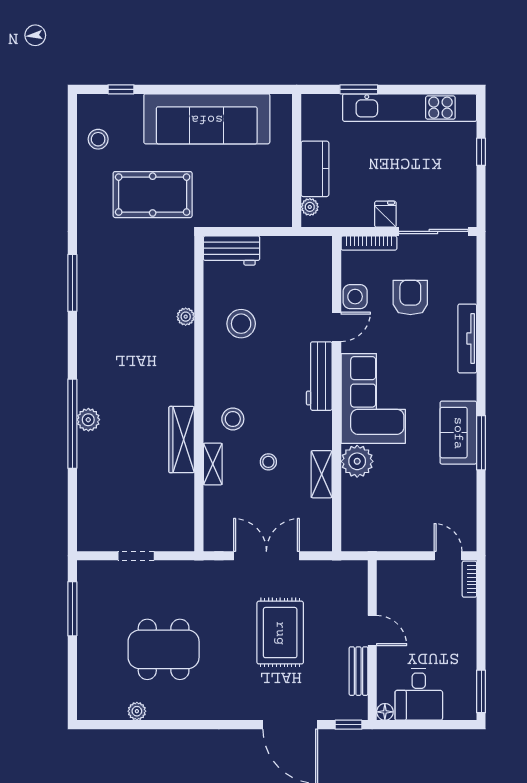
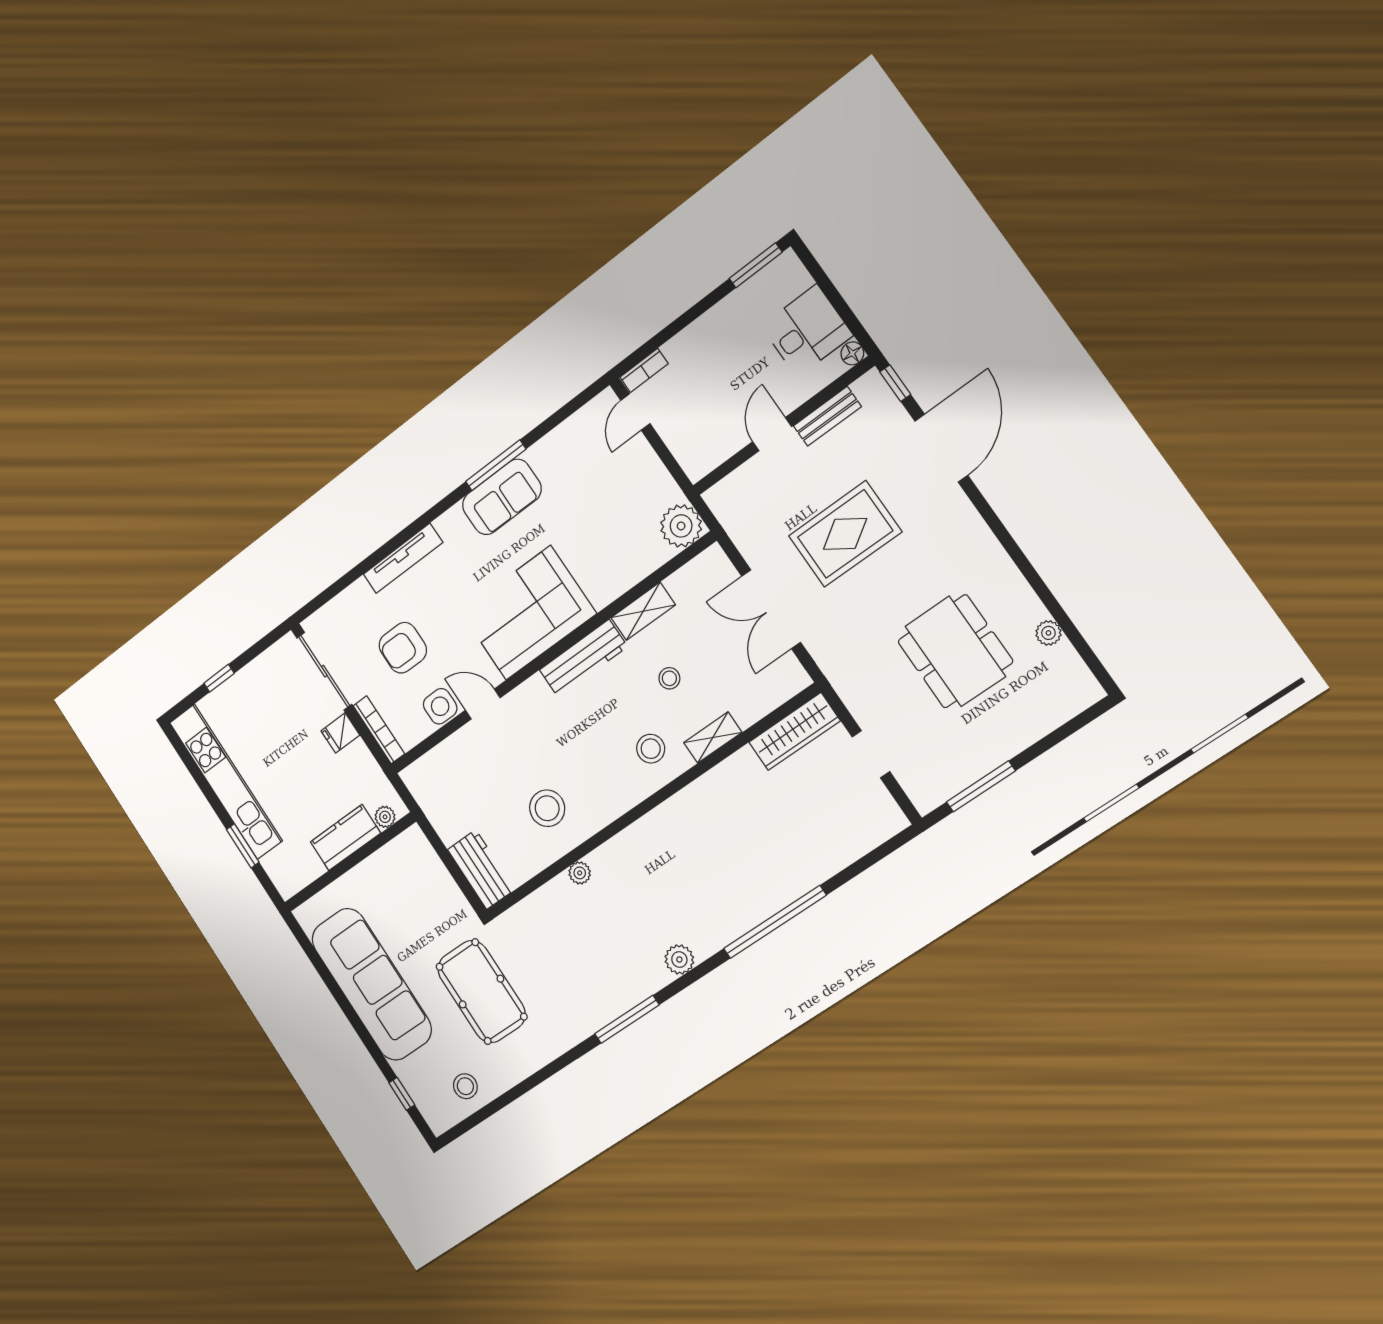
workbench: (319, 376) -> (583, 658), moved
plant: (88, 420) -> (679, 959), moved
wardrobe: (182, 440) -> (794, 732), moved
plant: (357, 461) -> (681, 526), moved

